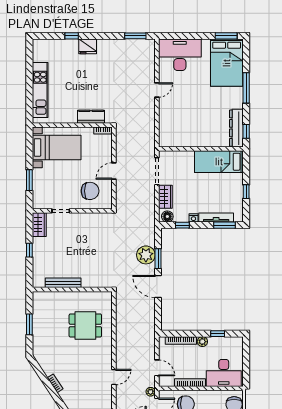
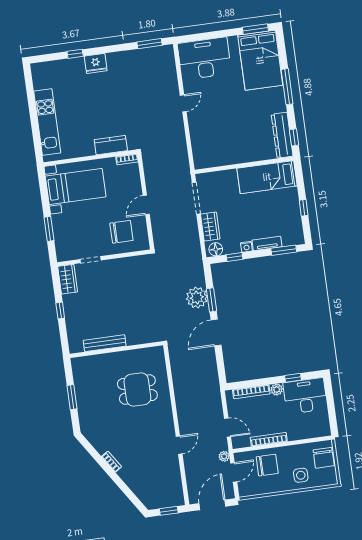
tv unit: (216, 218) -> (267, 243), width x0.71
door: (158, 287) -> (216, 333), hinge flipped
desk: (224, 373) -> (305, 396), moved, turned 180

